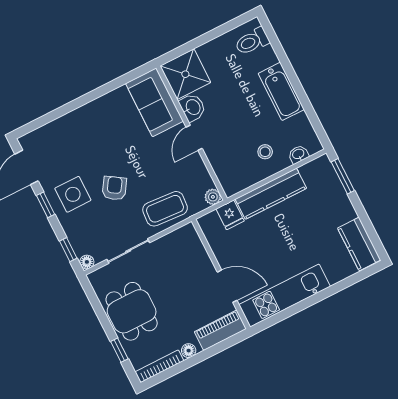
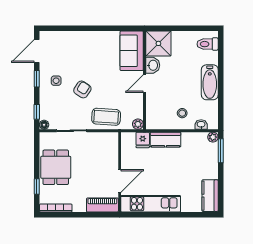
plant: (323, 163) -> (213, 137), added
side table: (73, 194) -> (56, 81), width x0.54, depth x0.54
kitchen counter: (271, 194) -> (165, 140), width x0.67
door: (227, 286) -> (120, 181), hinge flipped
floor lamp: (189, 351) -> (78, 207), removed

